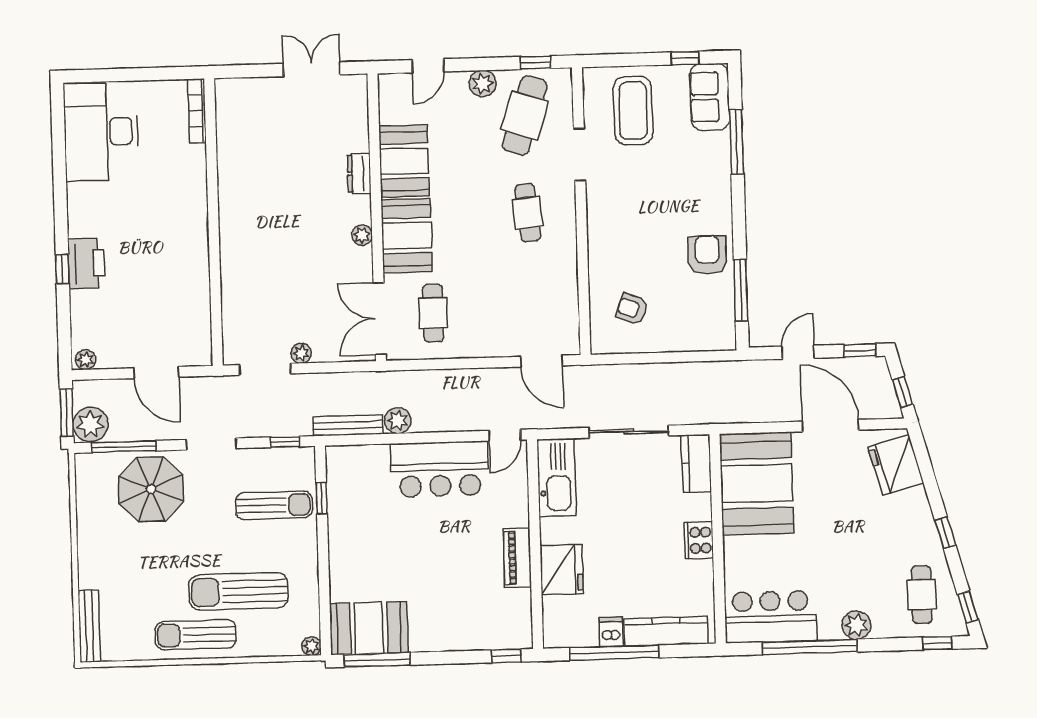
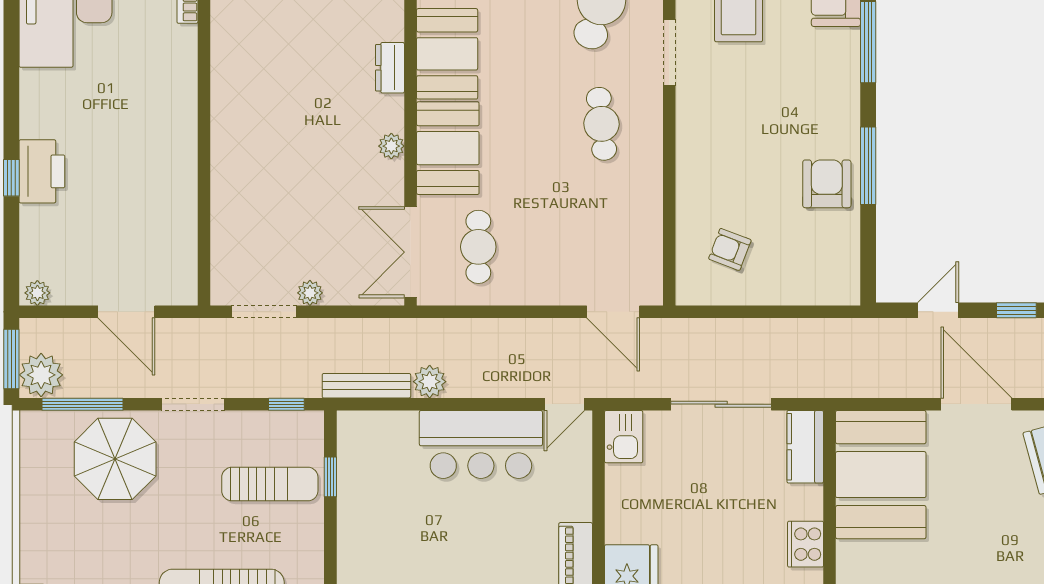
window: (741, 290) -> (868, 166), moved
kitchen sink: (557, 478) -> (624, 437), width x0.53, depth x0.81

